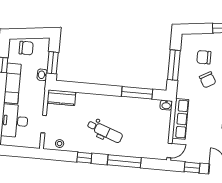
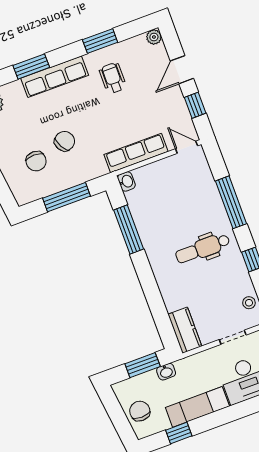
dental chair: (105, 131) -> (203, 248), turned -110

